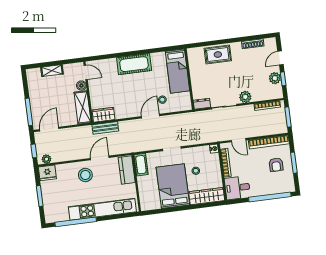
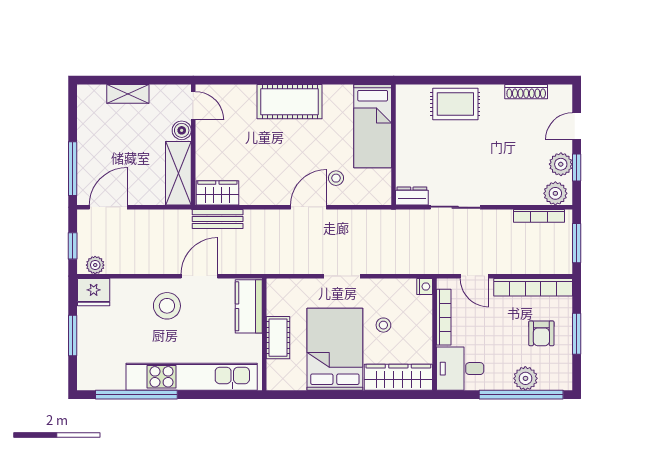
plant: (245, 97) -> (555, 193), moved
cot: (141, 165) -> (278, 338), moved
plant: (271, 188) -> (525, 378), added

